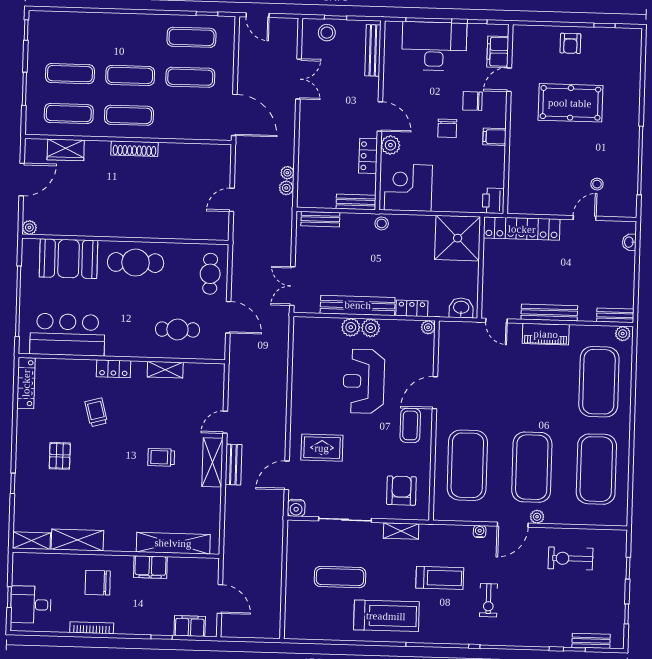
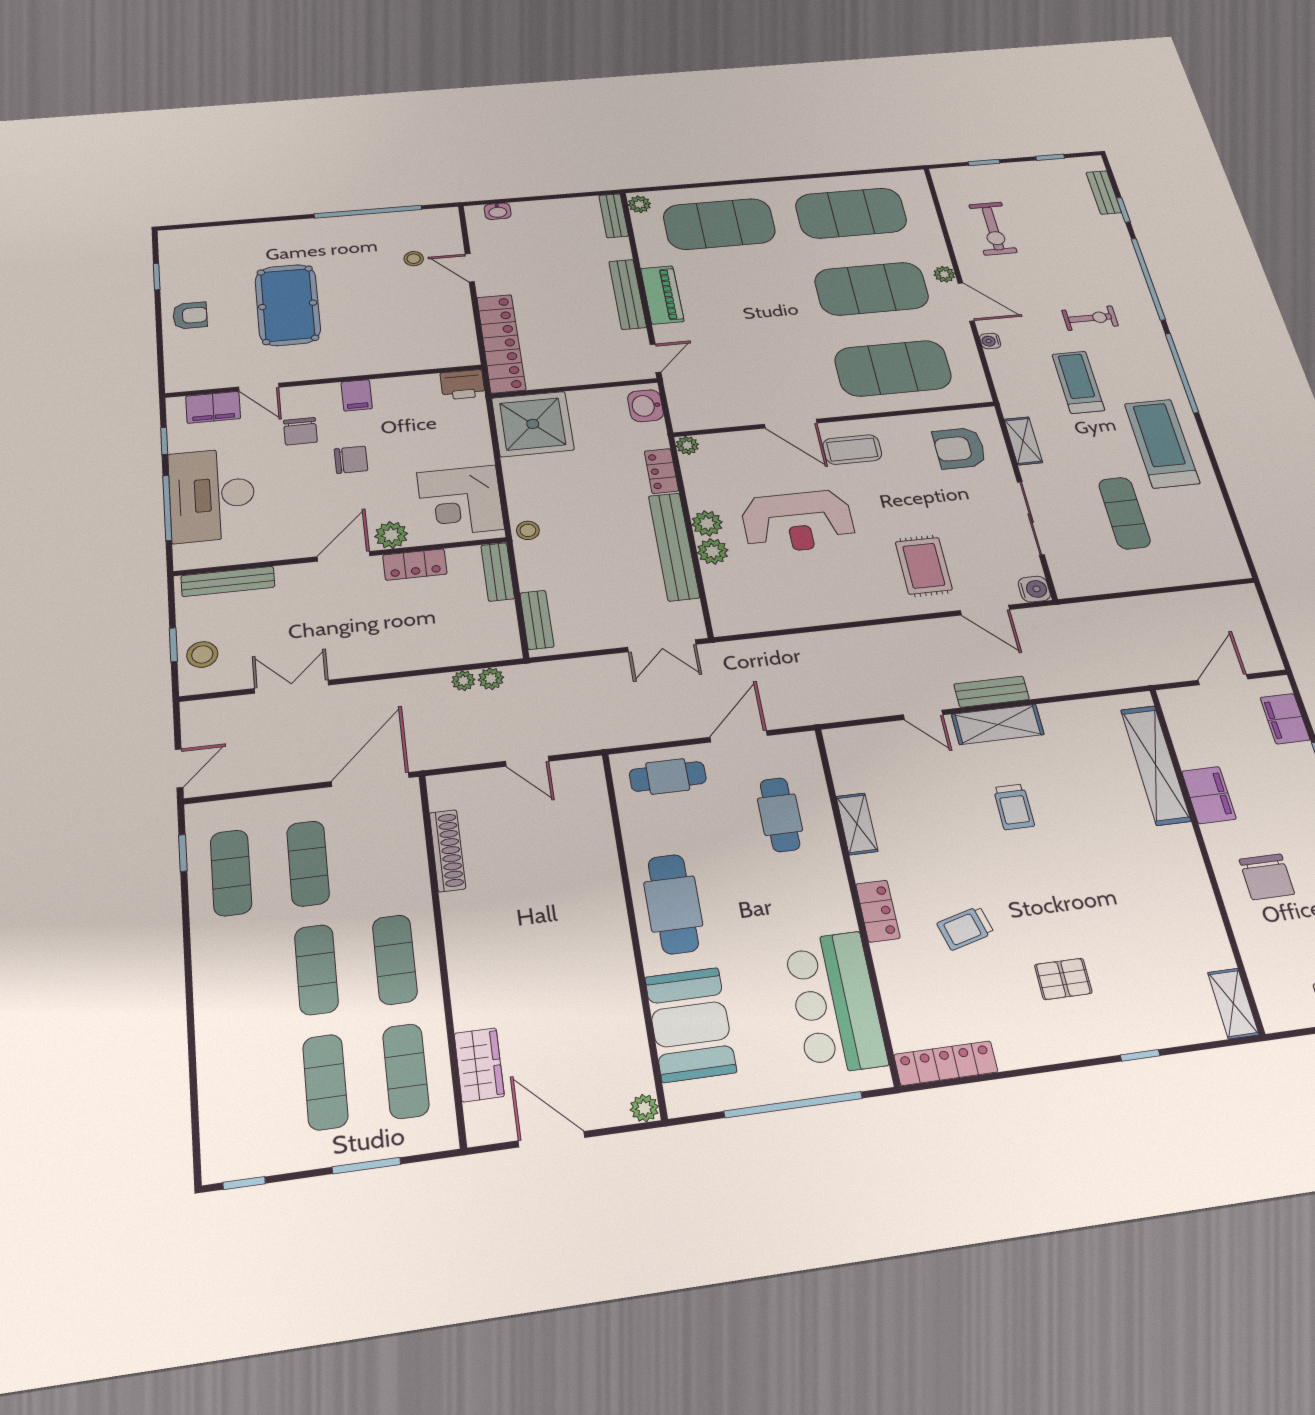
shoe rack: (134, 149) -> (447, 851), moved
shelving: (77, 540) -> (1204, 923), removed

